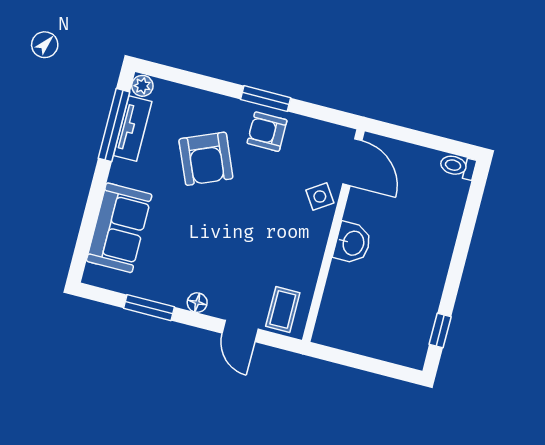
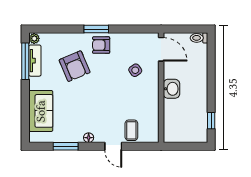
door: (352, 162) -> (161, 49), moved
wall: (333, 236) -> (161, 88), moved
washbasin: (353, 243) -> (171, 89), moved

